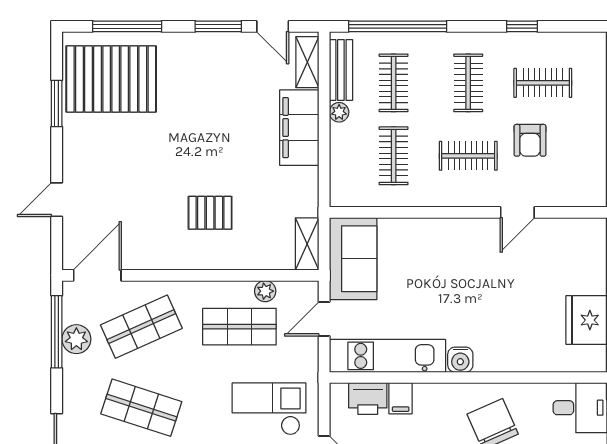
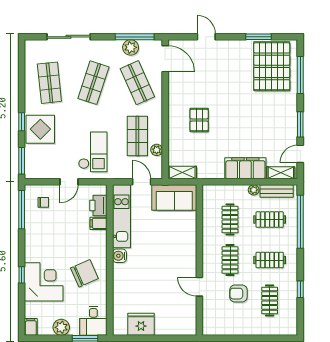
clothes rail: (394, 156) -> (230, 220), turned 90

